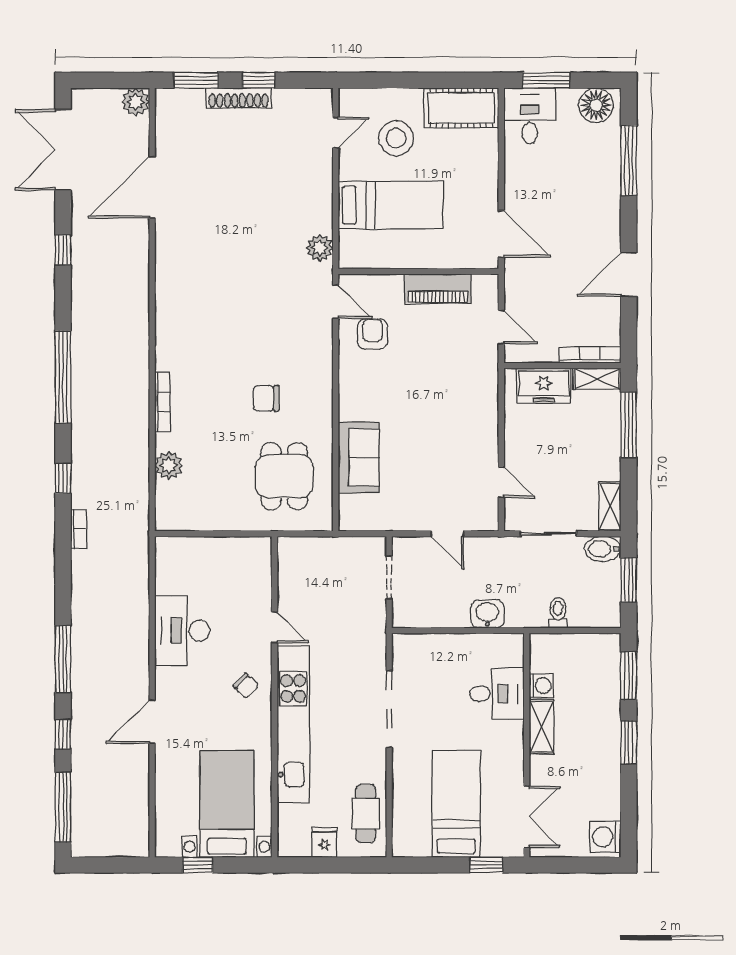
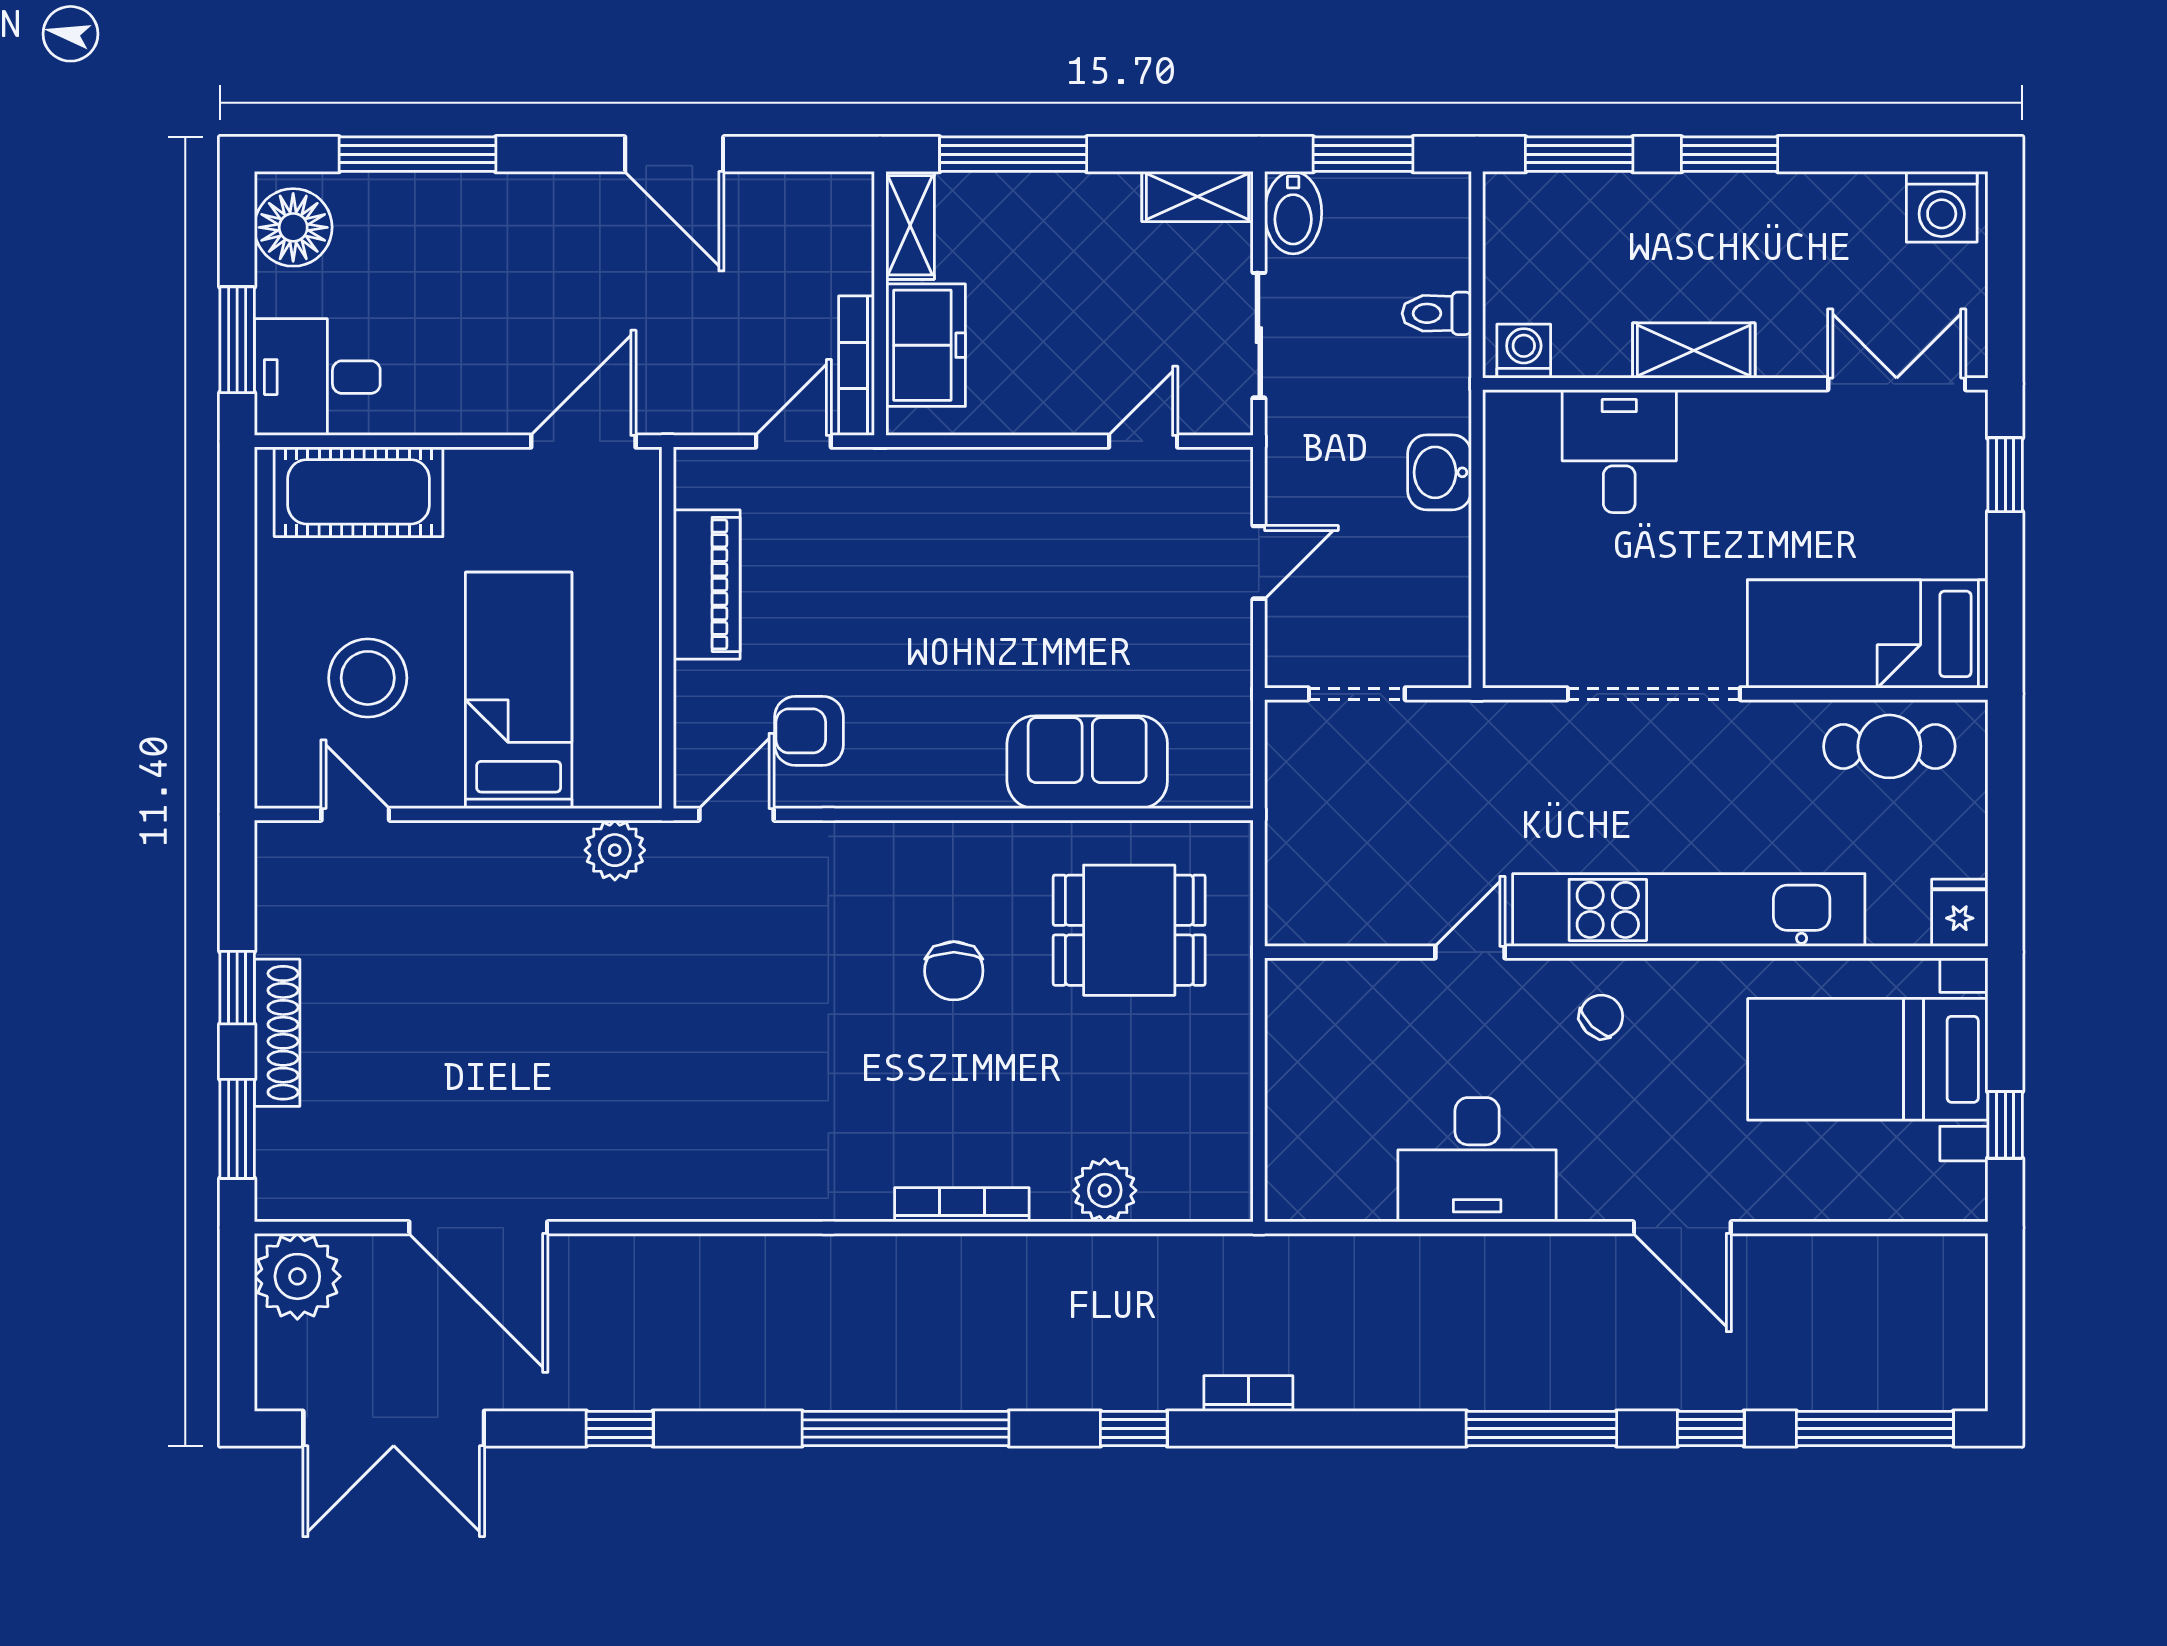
plant: (136, 102) -> (297, 1276), width x1.36, depth x1.36
cot: (461, 108) -> (359, 492), moved, turned 90
bookcase: (590, 355) -> (856, 366), moved
washing machine: (541, 686) -> (1524, 351), moved
bed: (456, 804) -> (1868, 634), moved
fridge: (325, 842) -> (1960, 913), moved, turned 90

